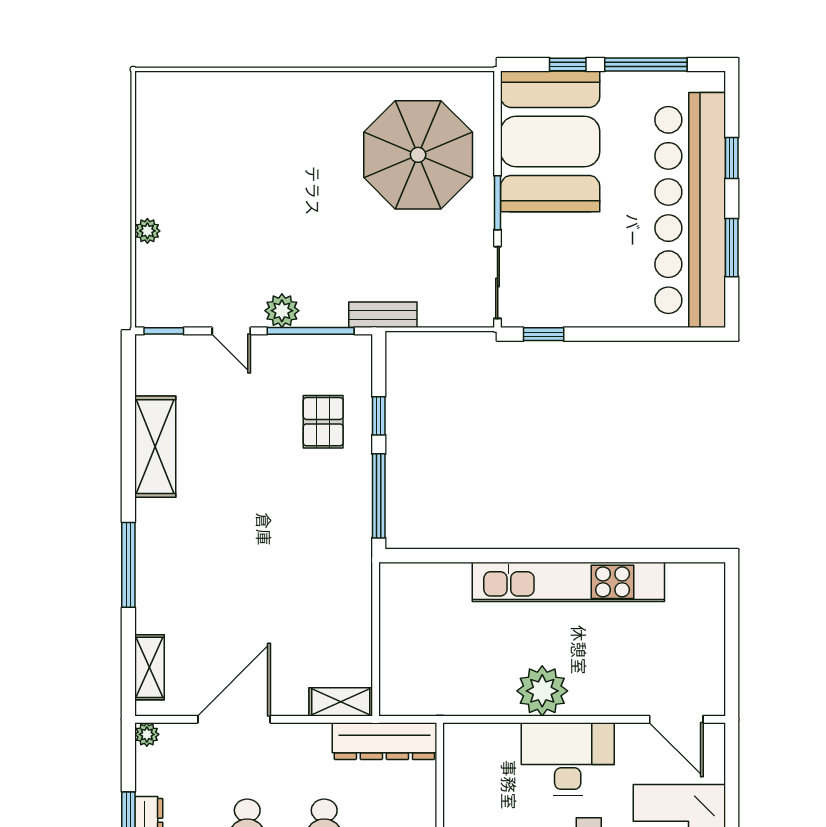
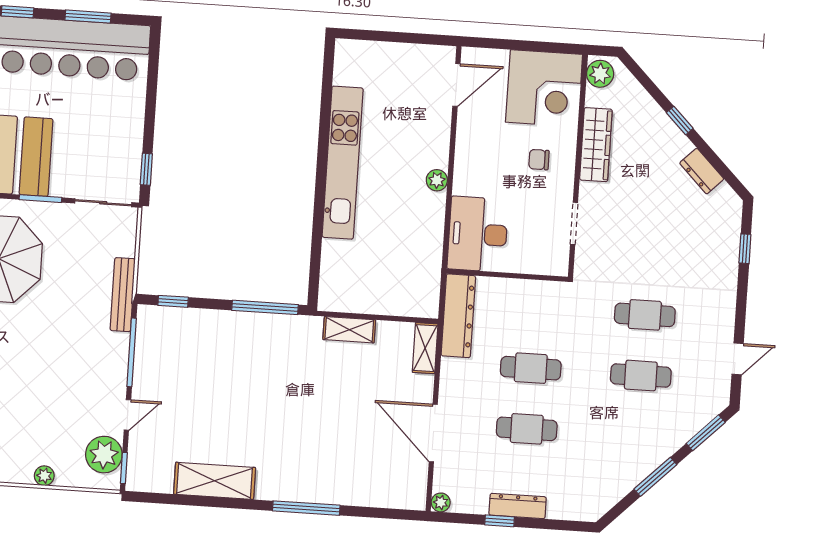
plant: (282, 311) -> (104, 455), moved, width x1.36, depth x1.36
bench: (383, 315) -> (123, 295), width x1.36
window: (379, 416) -> (173, 301), moved
pallet: (323, 422) -> (204, 347), removed
shelving: (150, 667) -> (349, 330), moved
plant: (542, 691) -> (437, 180), width x0.53, depth x0.53
desk: (568, 759) -> (478, 234), moved

